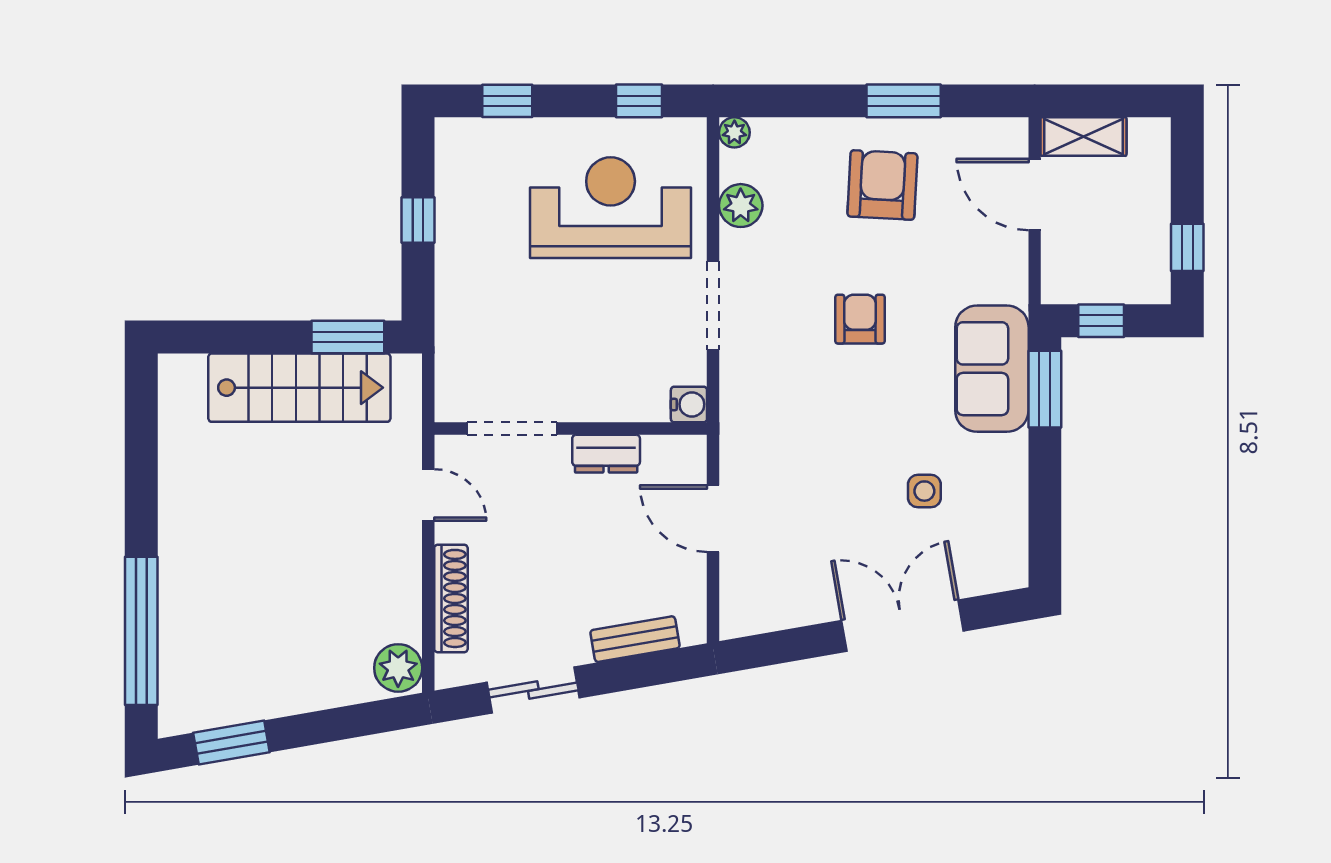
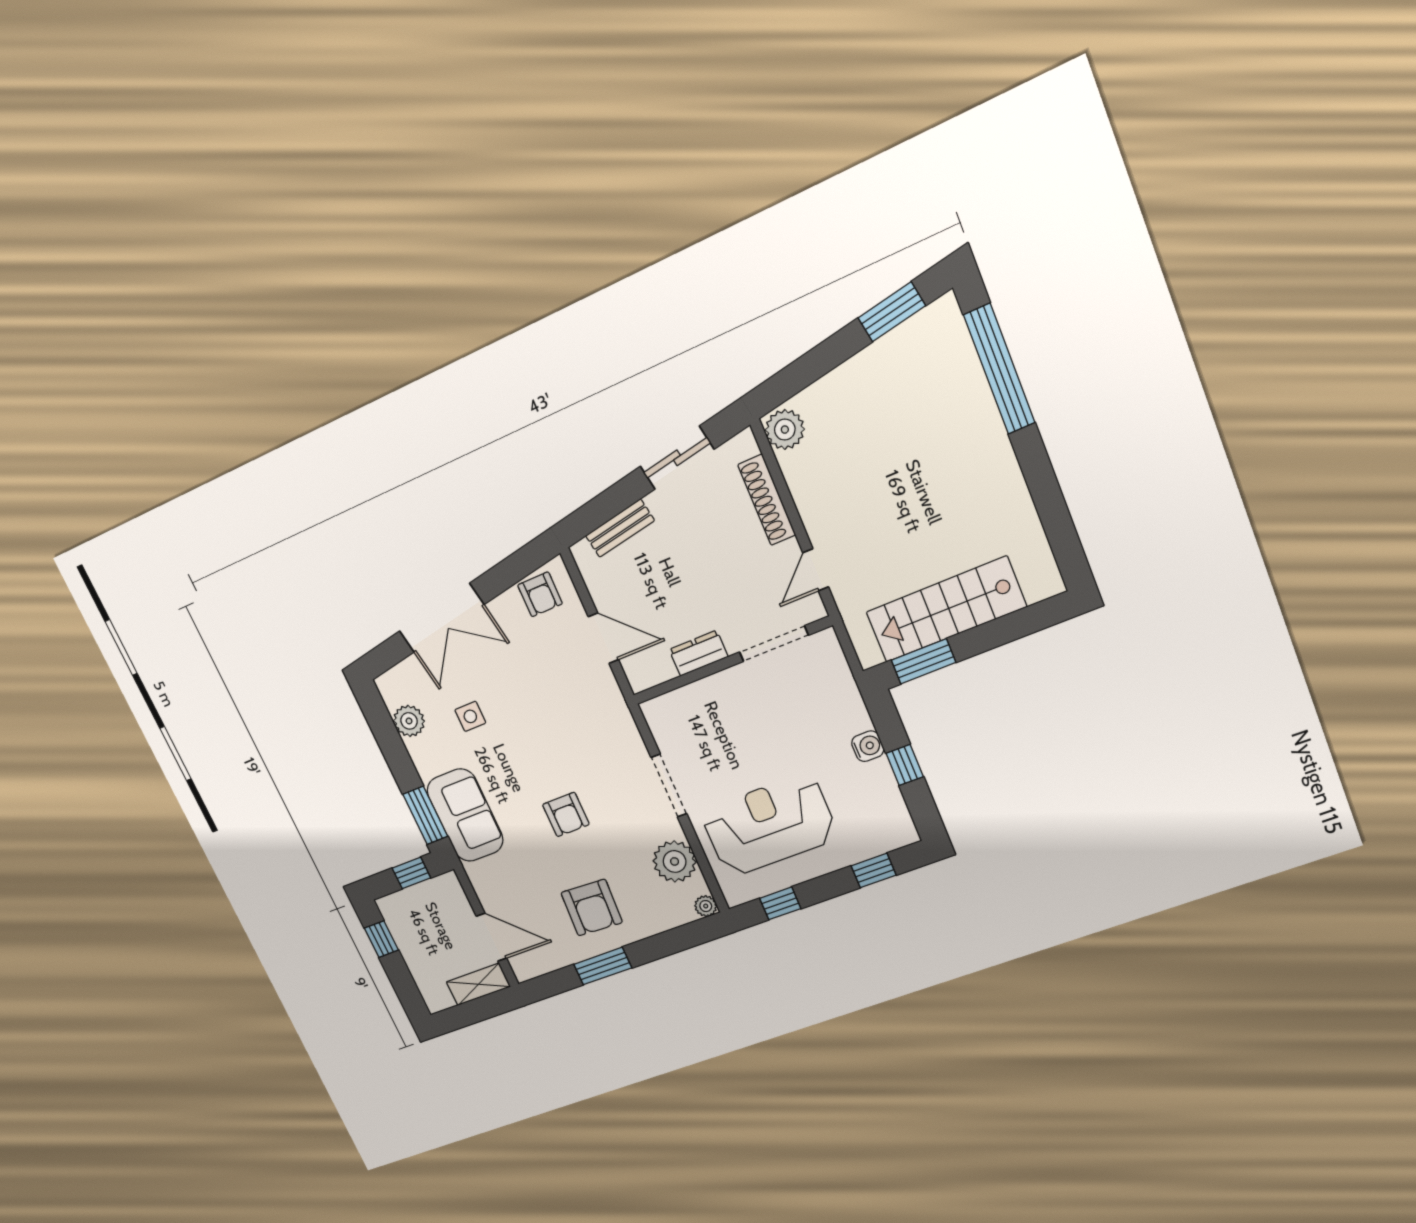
plant: (741, 206) -> (675, 861), width x1.36, depth x1.36
reception desk: (611, 208) -> (769, 825), turned 180
water cooler: (689, 404) -> (868, 746), moved, turned 180
door: (428, 495) -> (816, 570), hinge flipped
plant: (1007, 517) -> (409, 721), added
armchair: (767, 603) -> (540, 594), added

